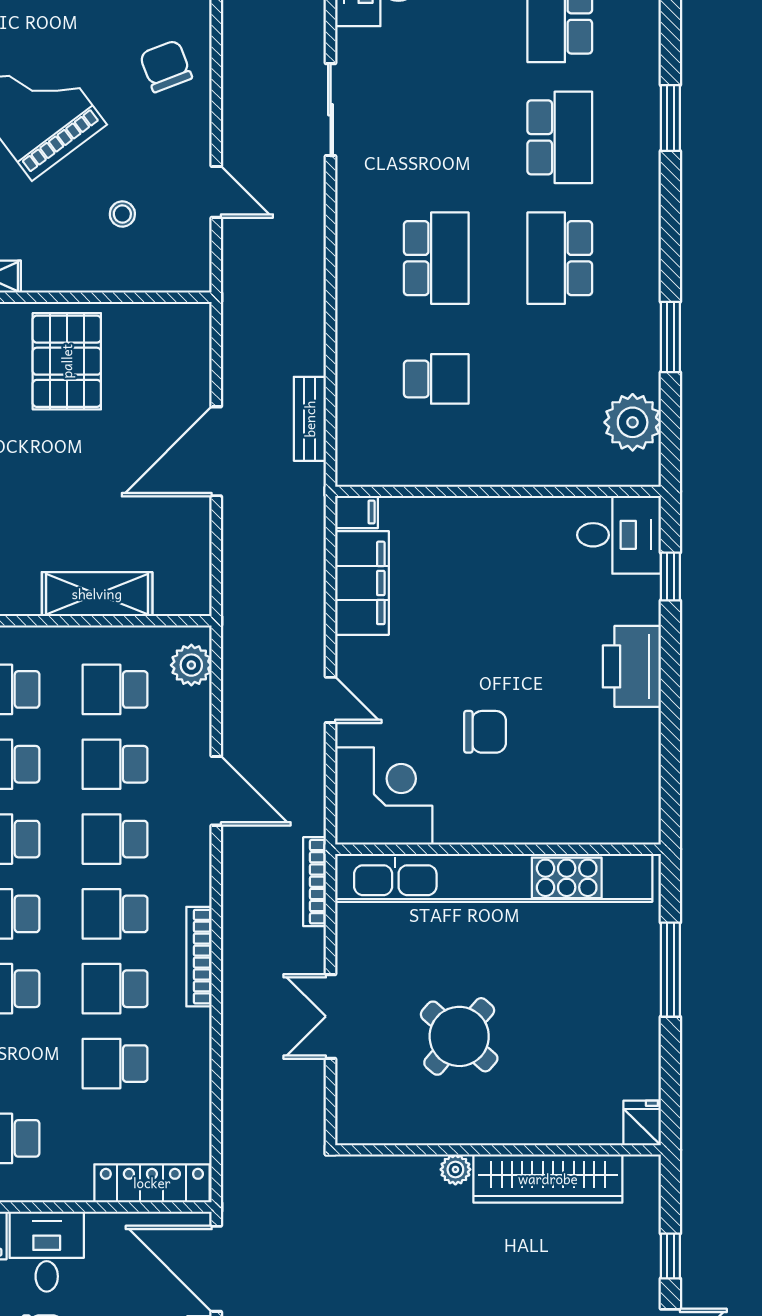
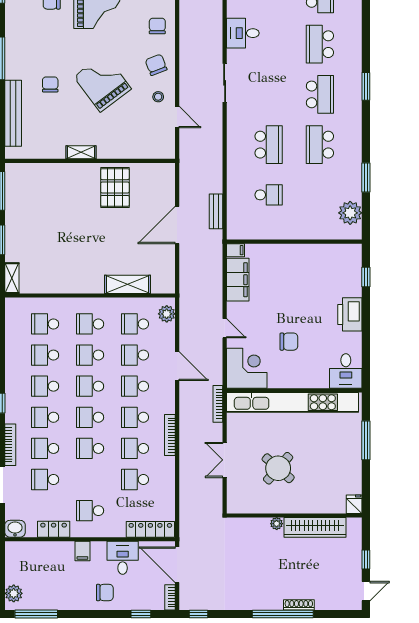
stool: (122, 214) -> (158, 97), moved
desk: (619, 535) -> (346, 371), moved, turned 90
desk: (47, 1252) -> (123, 558), moved

